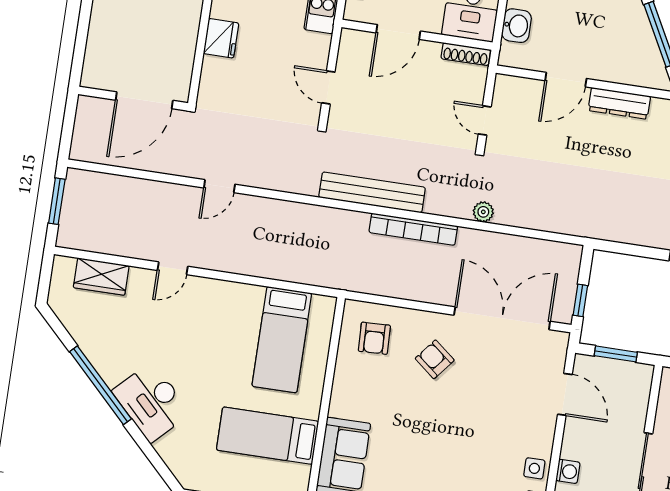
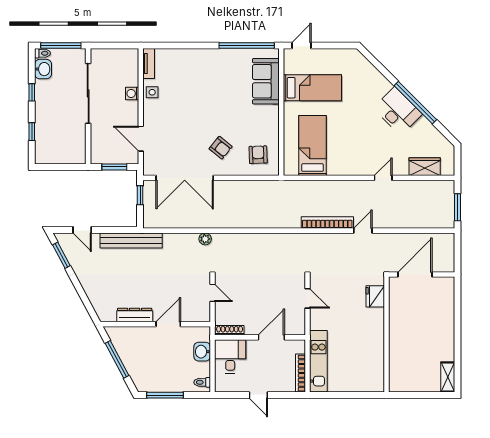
fridge: (221, 38) -> (375, 296), moved
bench: (372, 192) -> (131, 240), moved
bookcase: (413, 229) -> (327, 222), moved
desk: (151, 402) -> (398, 111), moved

